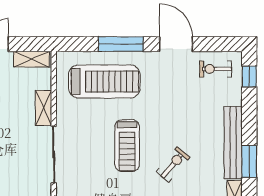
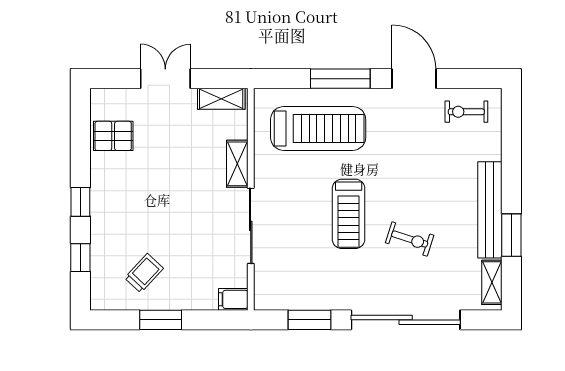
window: (249, 76) -> (511, 122), removed
exercise bike: (173, 164) -> (410, 239), turned 68

